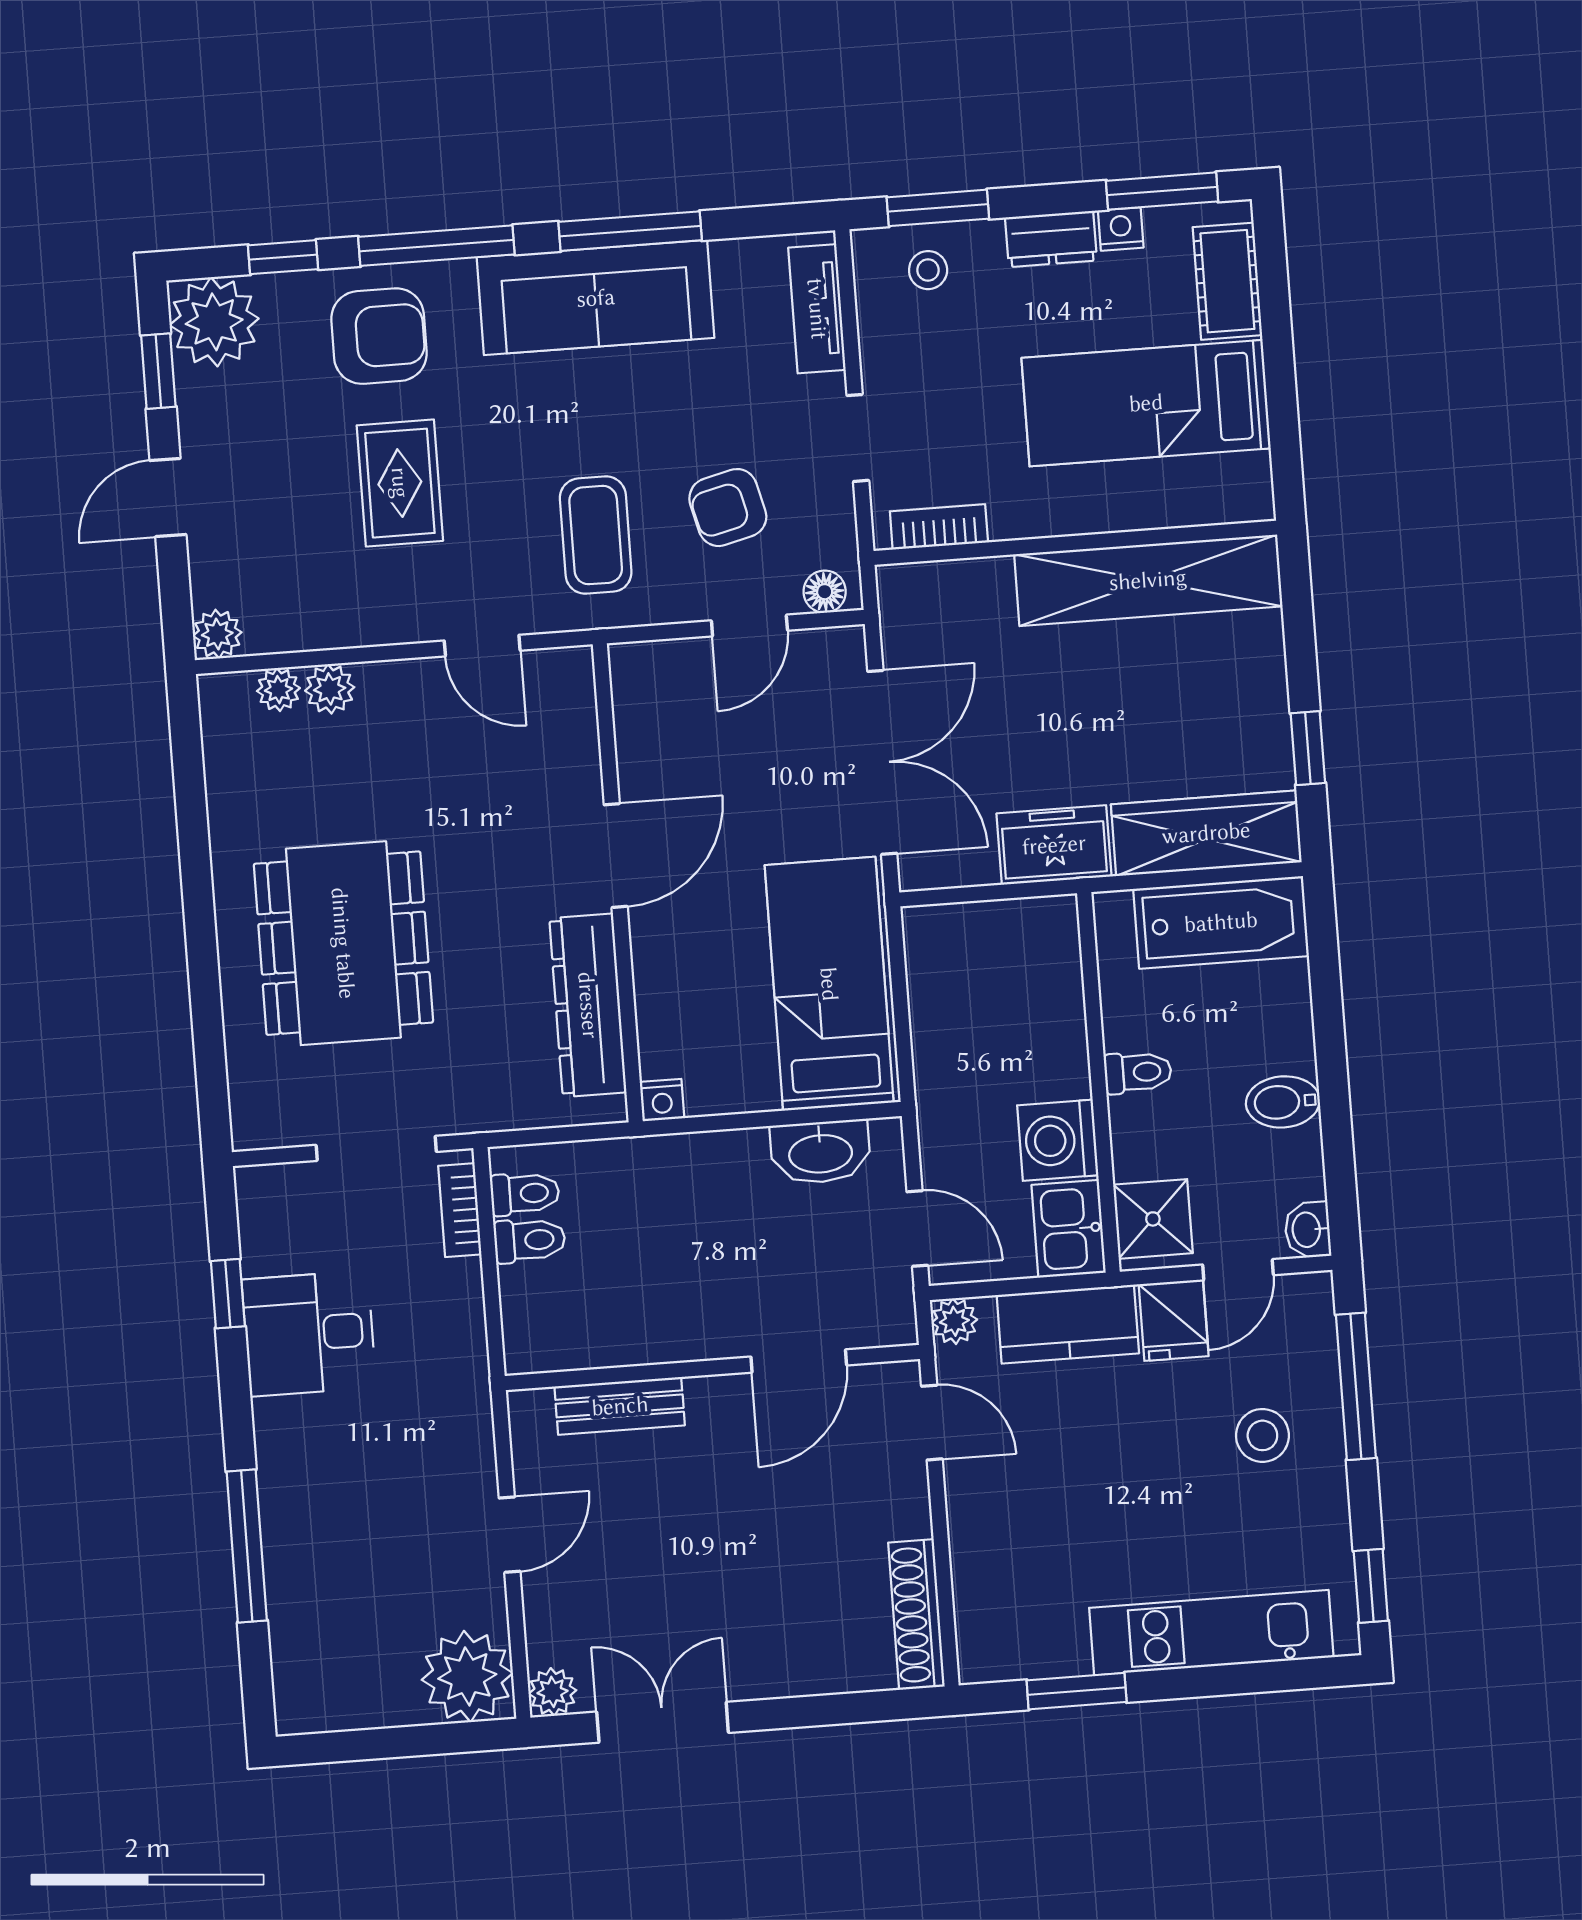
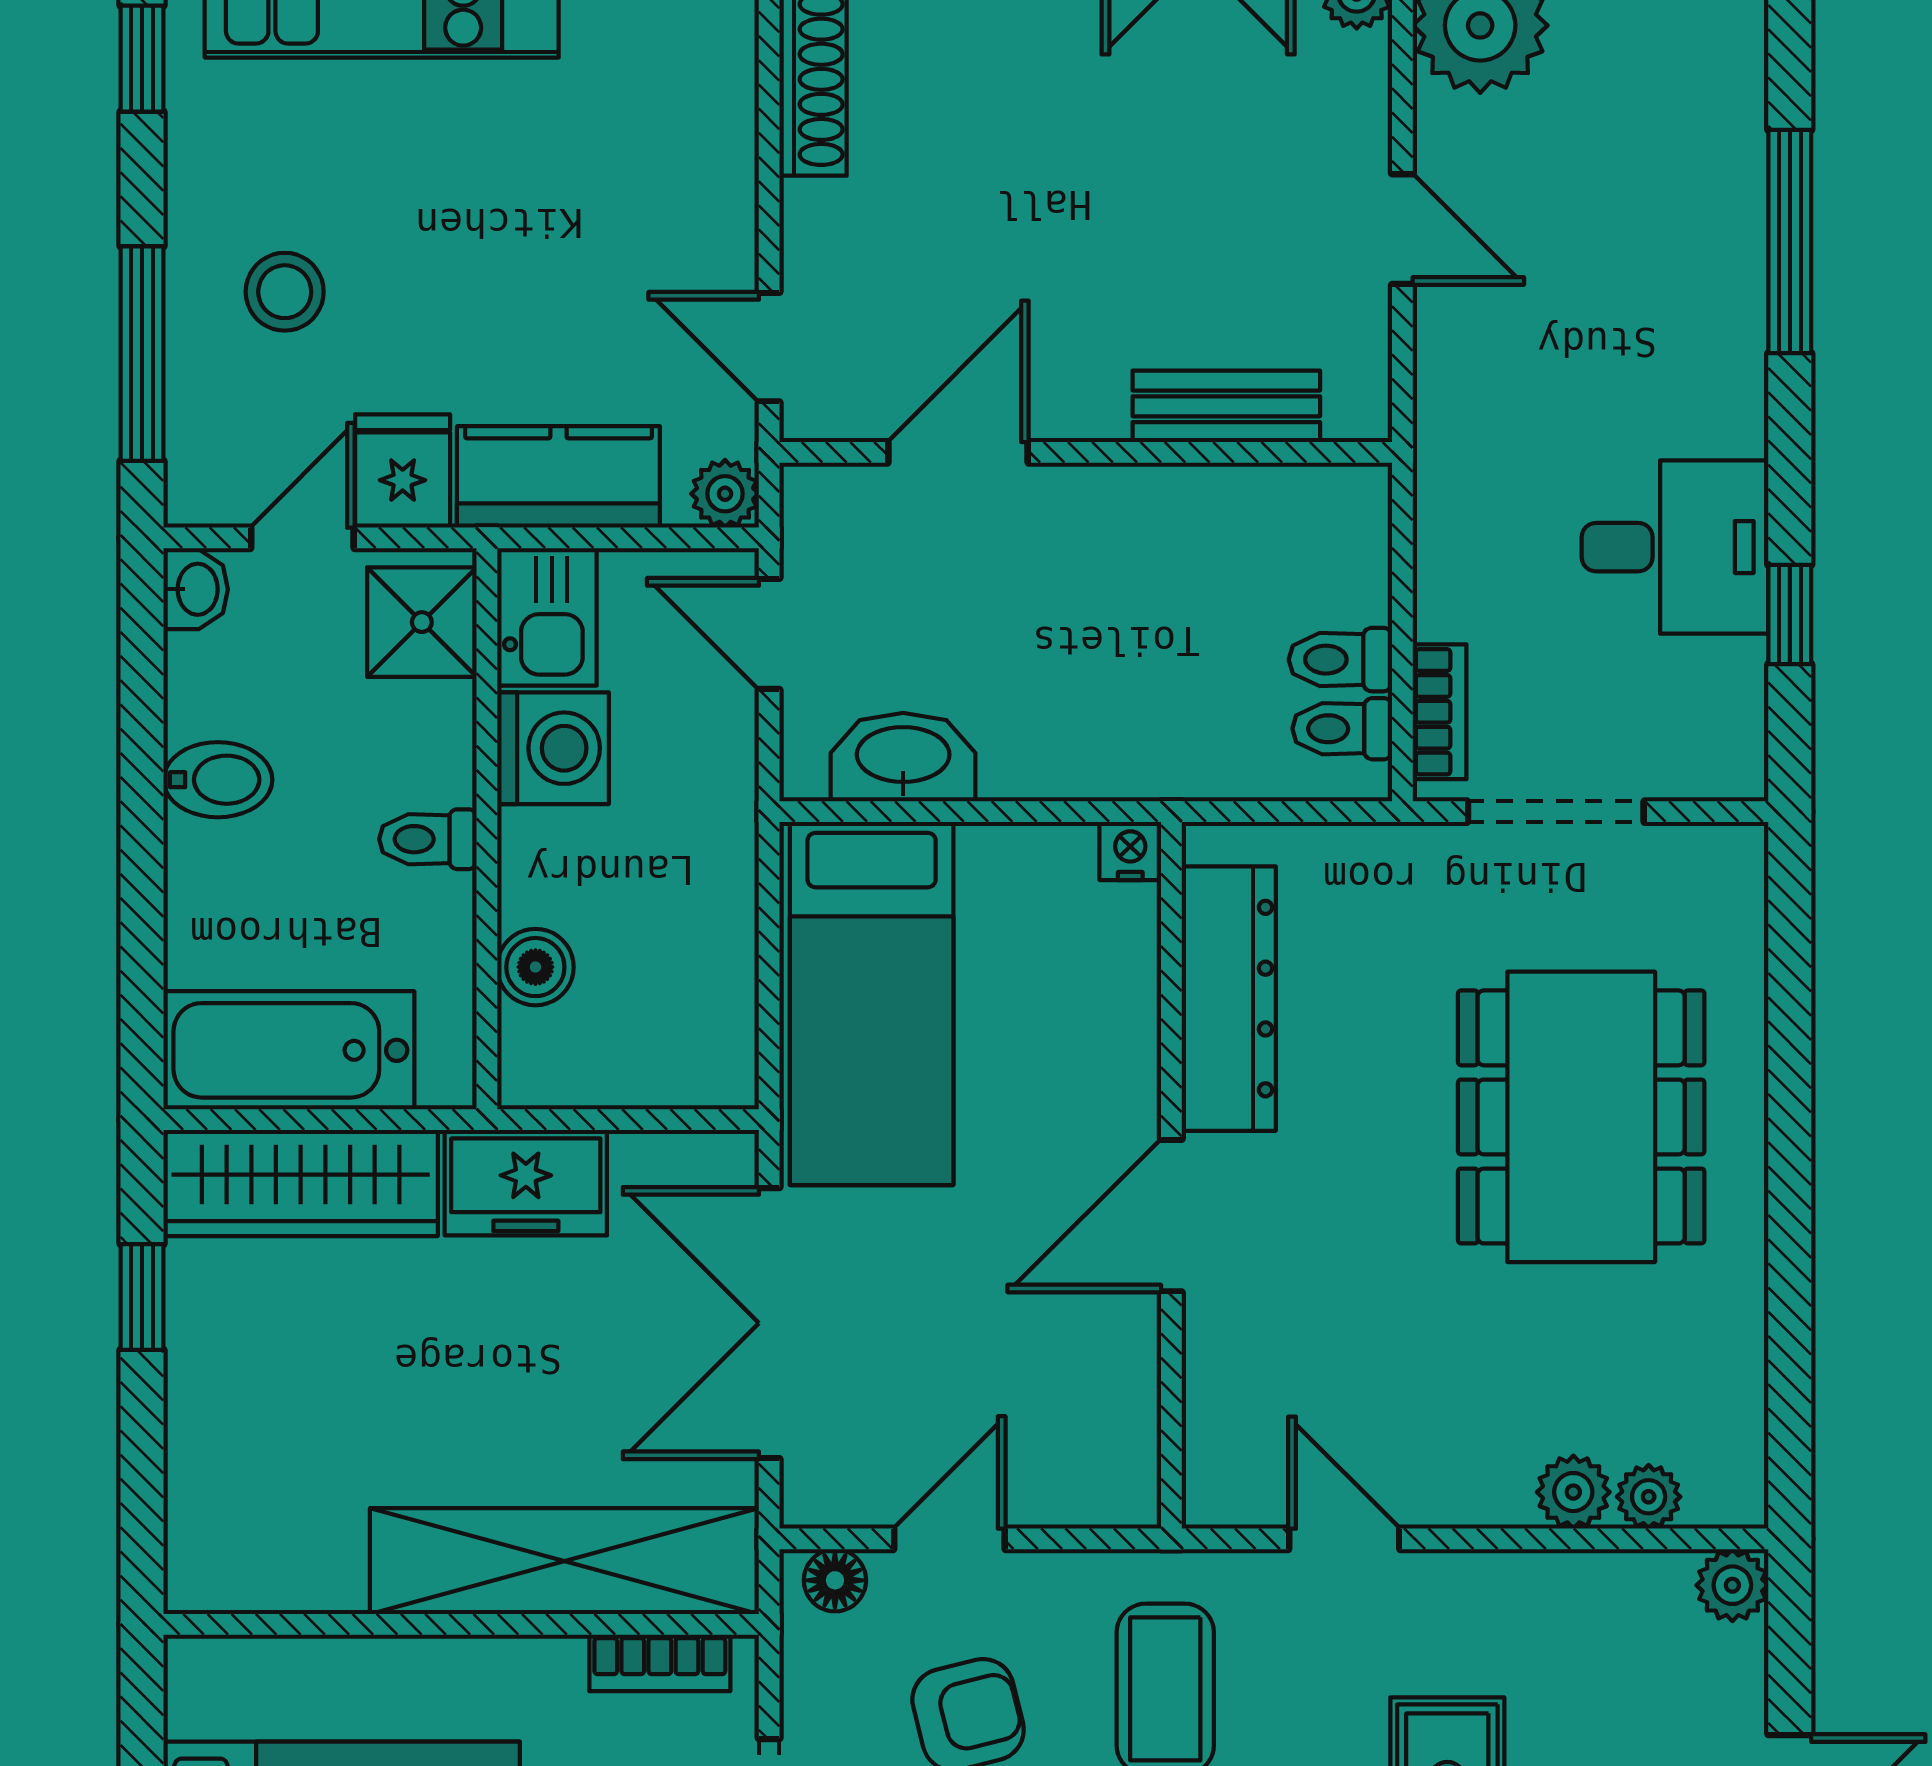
shelving: (1148, 580) -> (564, 1561), moved
boiler: (1059, 991) -> (535, 967), added
door: (510, 1535) -> (1402, 229), swing flipped

